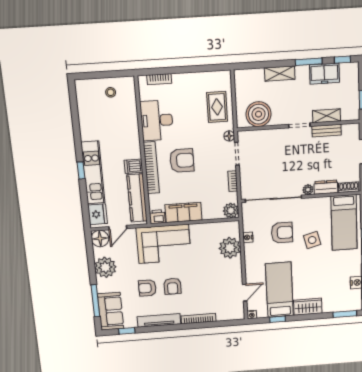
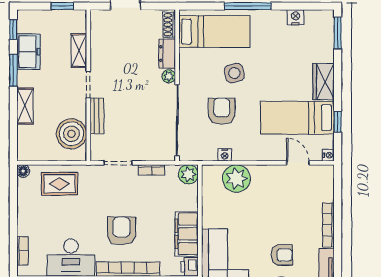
bench: (327, 131) -> (97, 116), moved
floor lamp: (229, 136) -> (23, 171), moved

